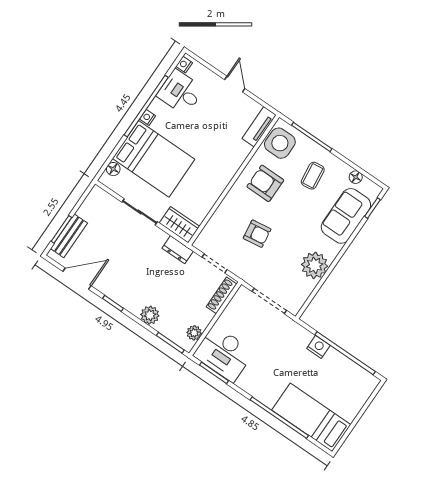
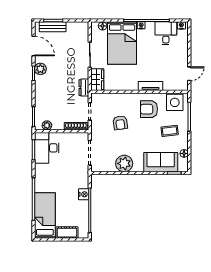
door: (235, 84) -> (189, 74), moved
tv unit: (259, 127) -> (151, 86), moved
armchair: (265, 183) -> (149, 109), turned -90
plant: (150, 315) -> (40, 69), moved
cot: (354, 404) -> (67, 233), added

